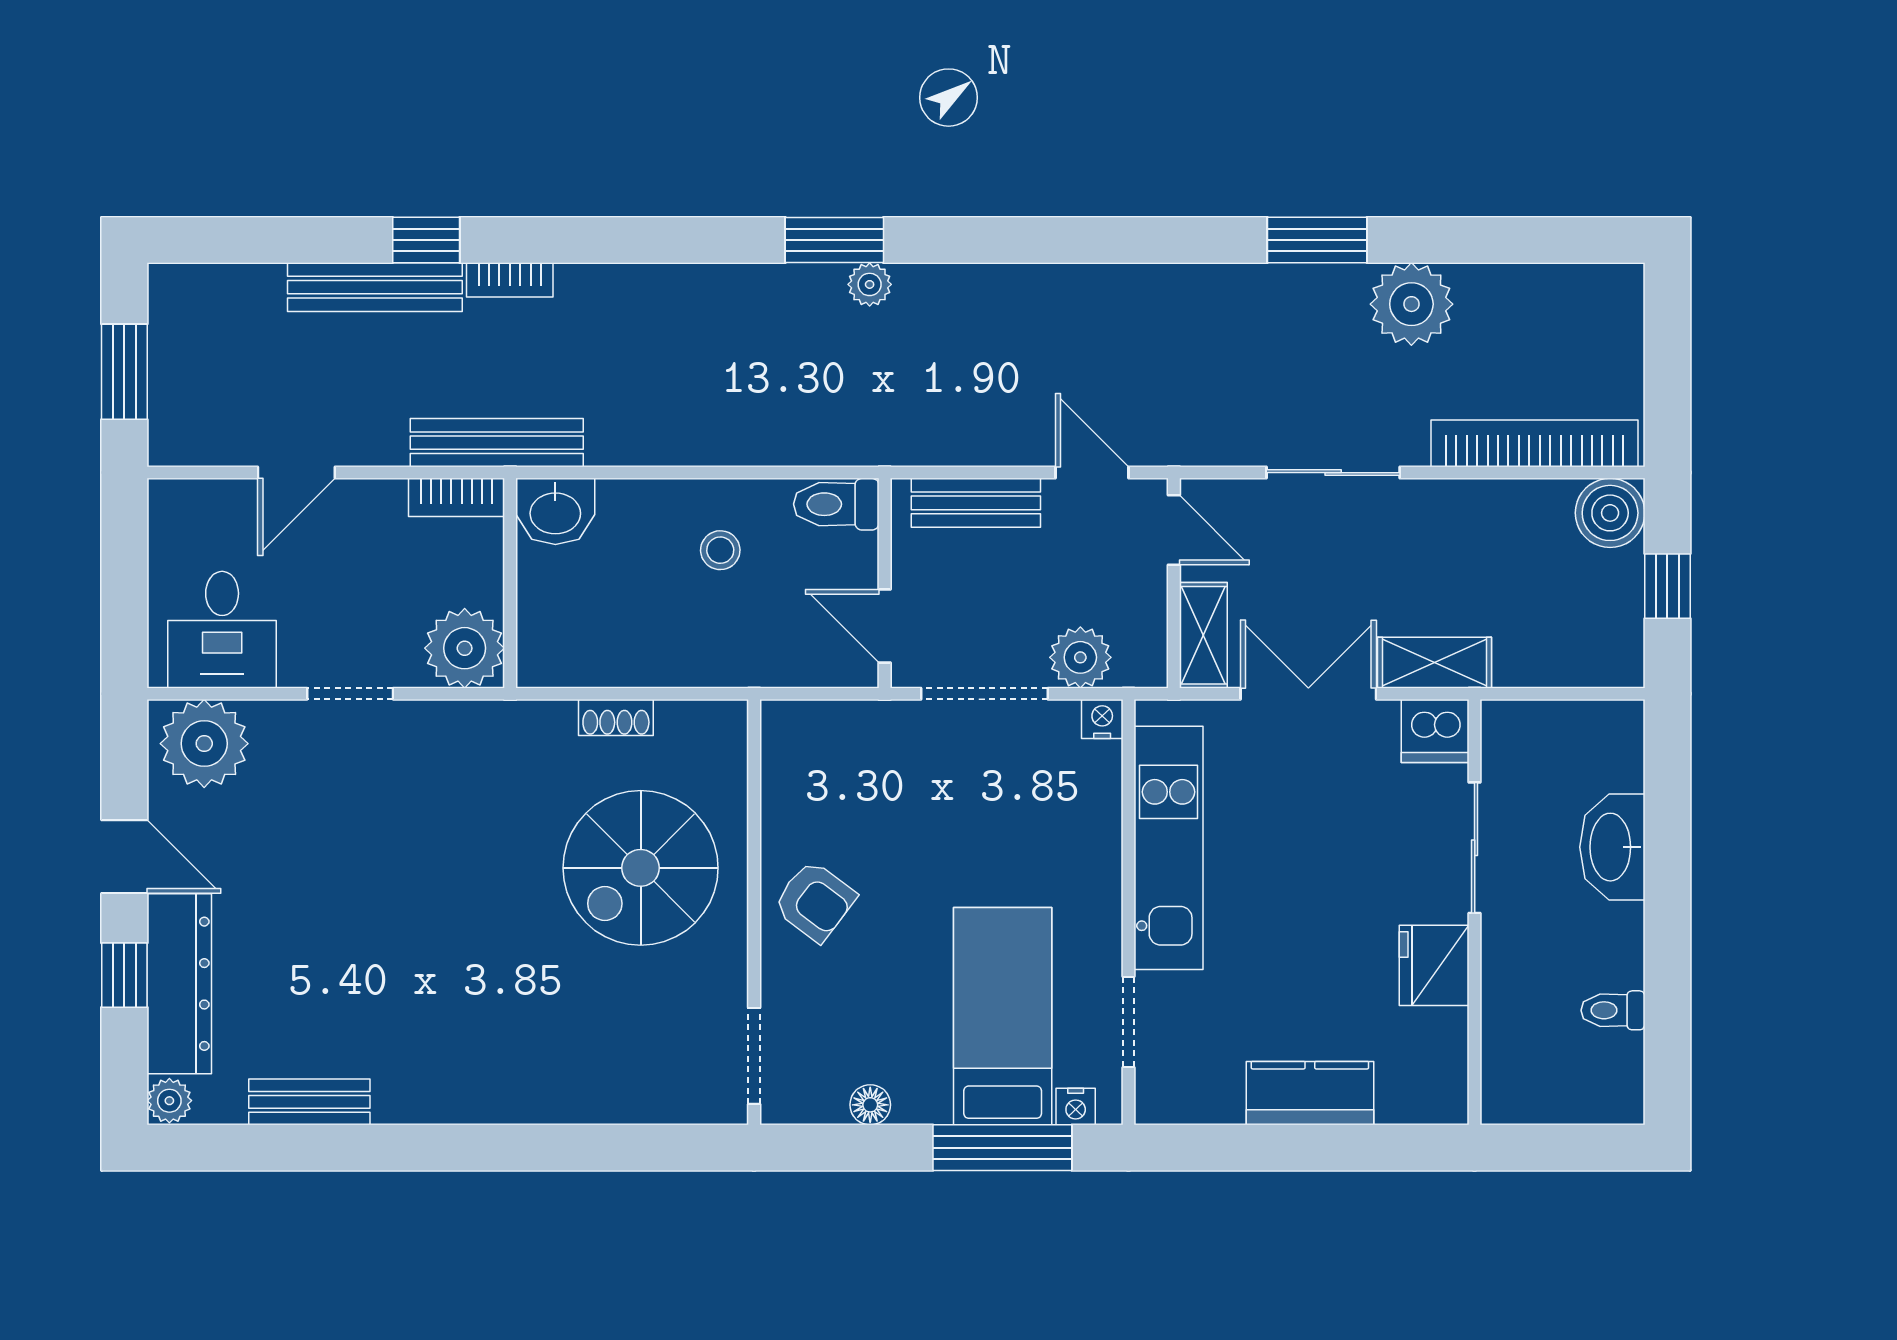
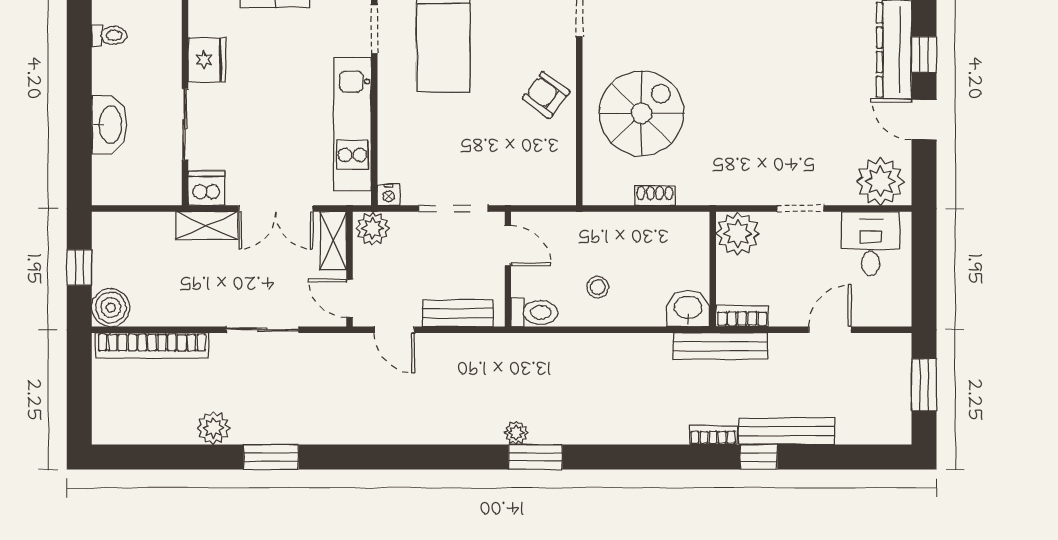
plant: (1411, 304) -> (213, 428), width x0.73, depth x0.73
plant: (1080, 657) -> (373, 228), moved

